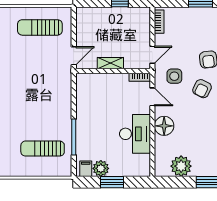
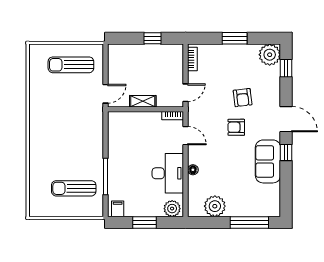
side table: (174, 76) -> (208, 115), removed
armchair: (202, 89) -> (236, 127), turned 64
floor lamp: (164, 126) -> (193, 170), width x0.53, depth x0.53
plant: (101, 168) -> (172, 209), moved

